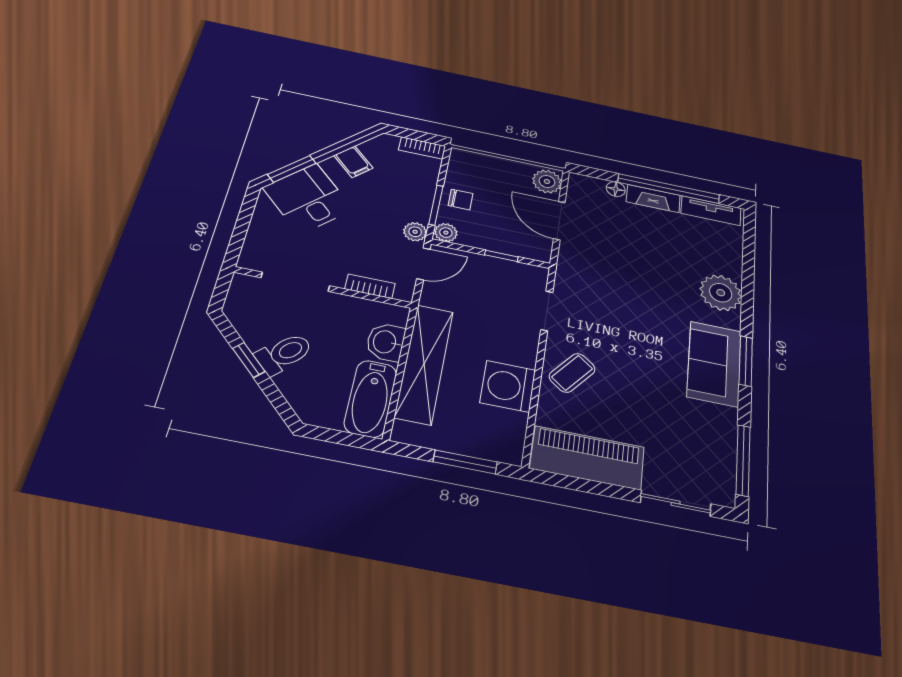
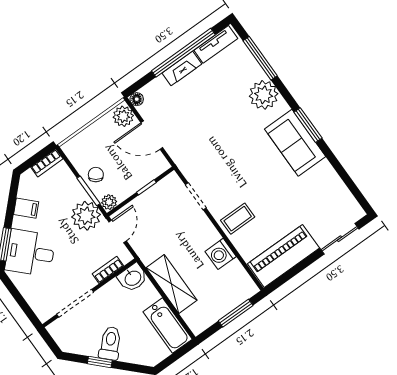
floor lamp: (616, 189) -> (137, 99), moved
chair: (460, 200) -> (96, 175), turned -55
plant: (415, 232) -> (86, 216), width x1.87, depth x1.87
washbasin: (386, 342) -> (133, 278), moved, turned -90
shelving: (424, 364) -> (172, 284), width x0.68
coffee table: (572, 373) -> (238, 219), turned 52
washing machine: (508, 386) -> (221, 254), width x0.73, depth x0.73
window: (743, 460) -> (260, 58), moved

